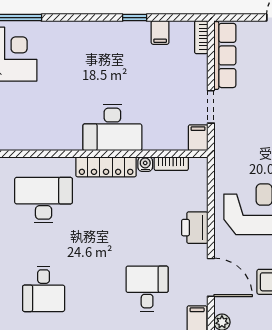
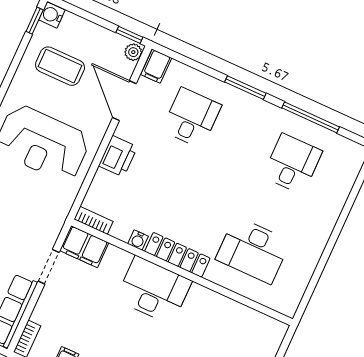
filing cabinet: (198, 138) -> (84, 247), width x2.00
bookcase: (171, 164) -> (93, 220), moved
desk: (147, 289) -> (192, 118), turned 180

